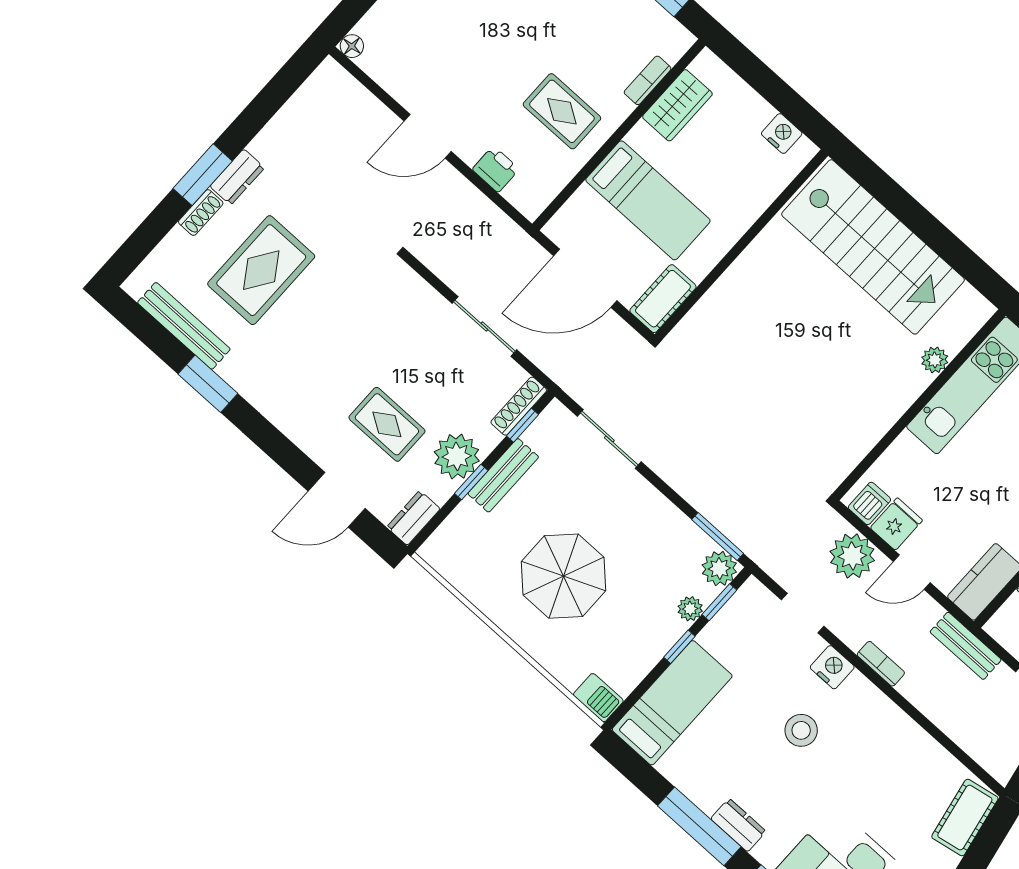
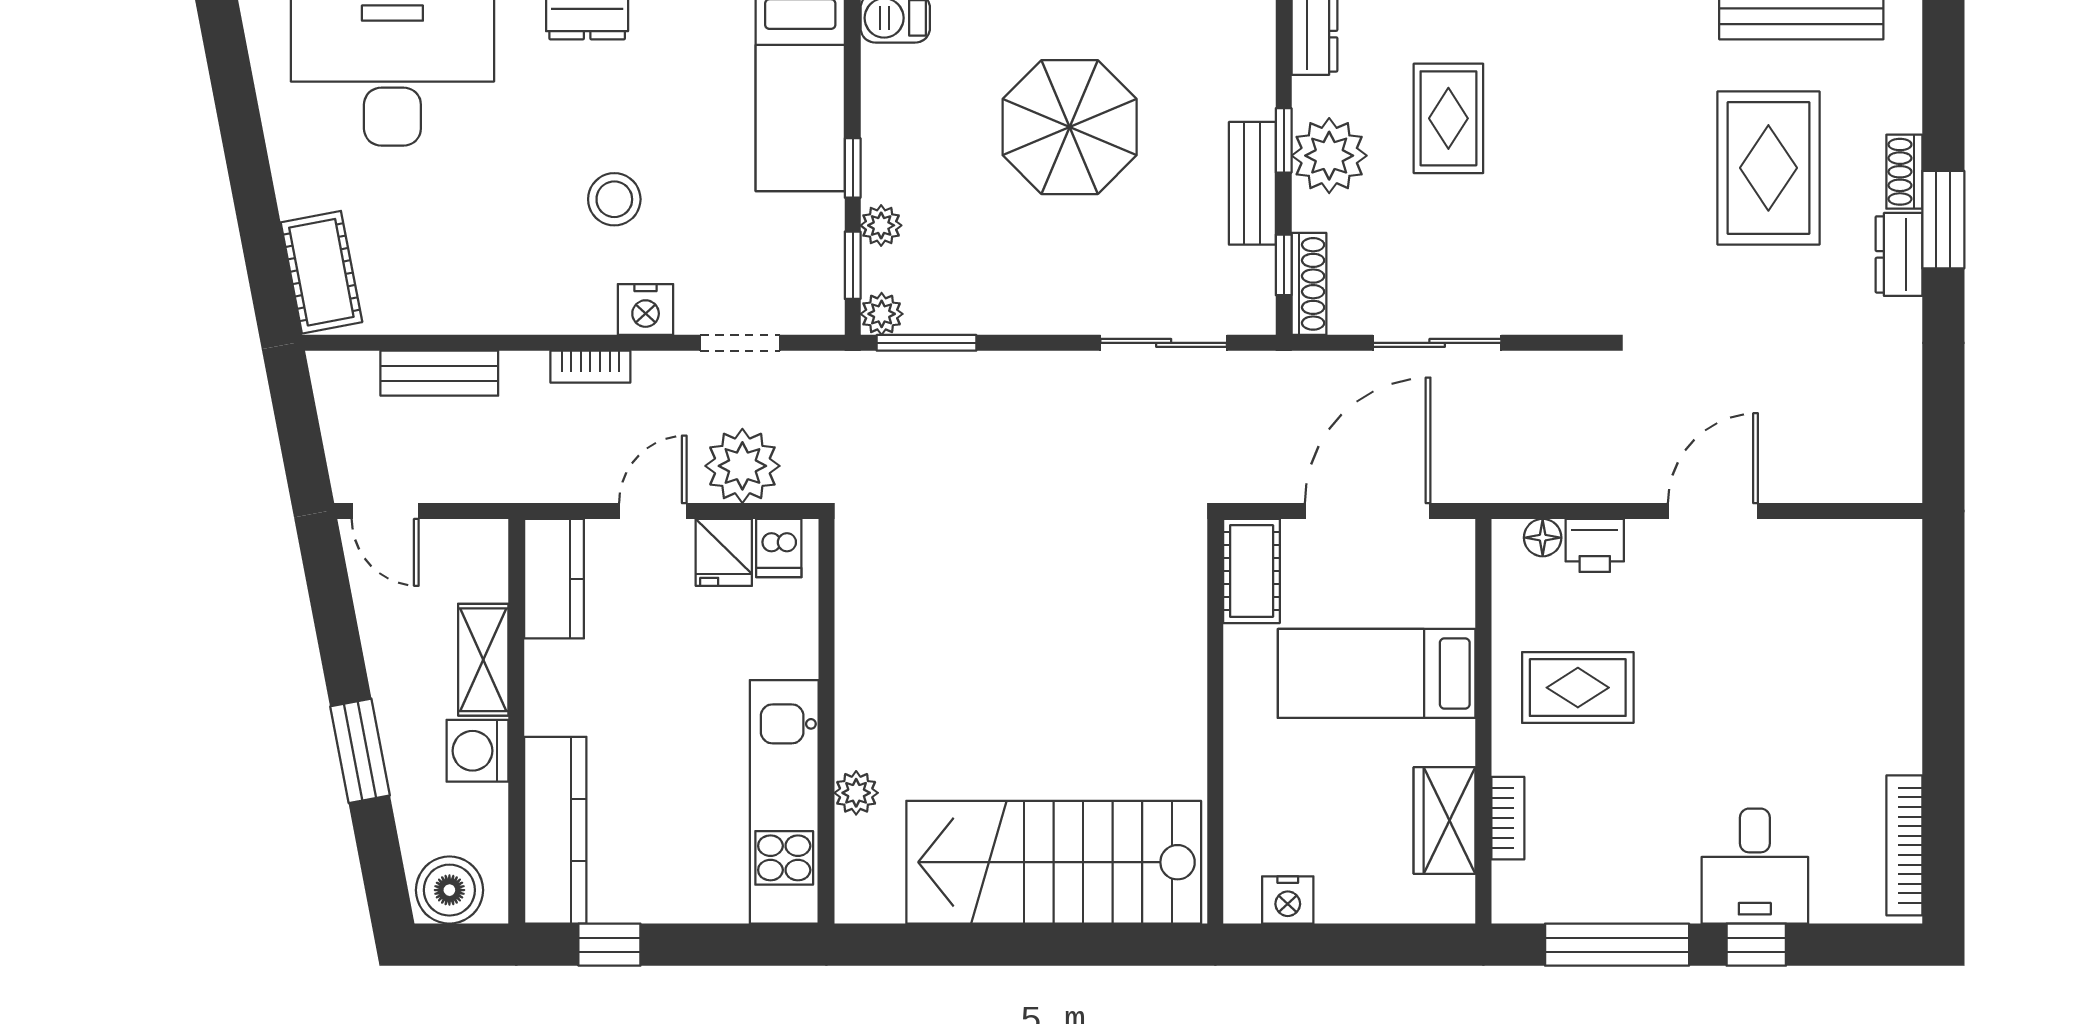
floor lamp: (352, 46) -> (1543, 538), moved
rug: (387, 424) -> (1448, 118), turned 90
plant: (719, 568) -> (882, 314), width x0.73, depth x0.73
bench: (966, 646) -> (439, 373), moved

